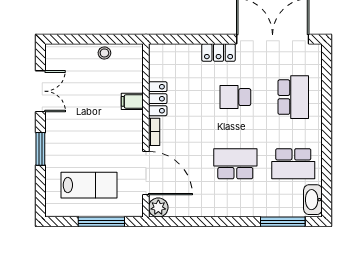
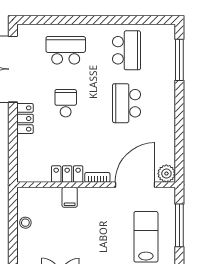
school desk: (235, 97) -> (66, 103), turned 180
washbasin: (313, 200) -> (159, 32), removed

